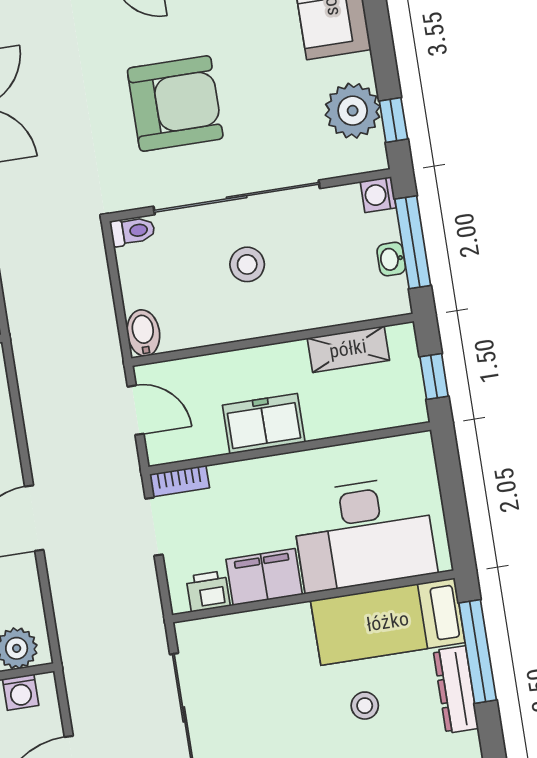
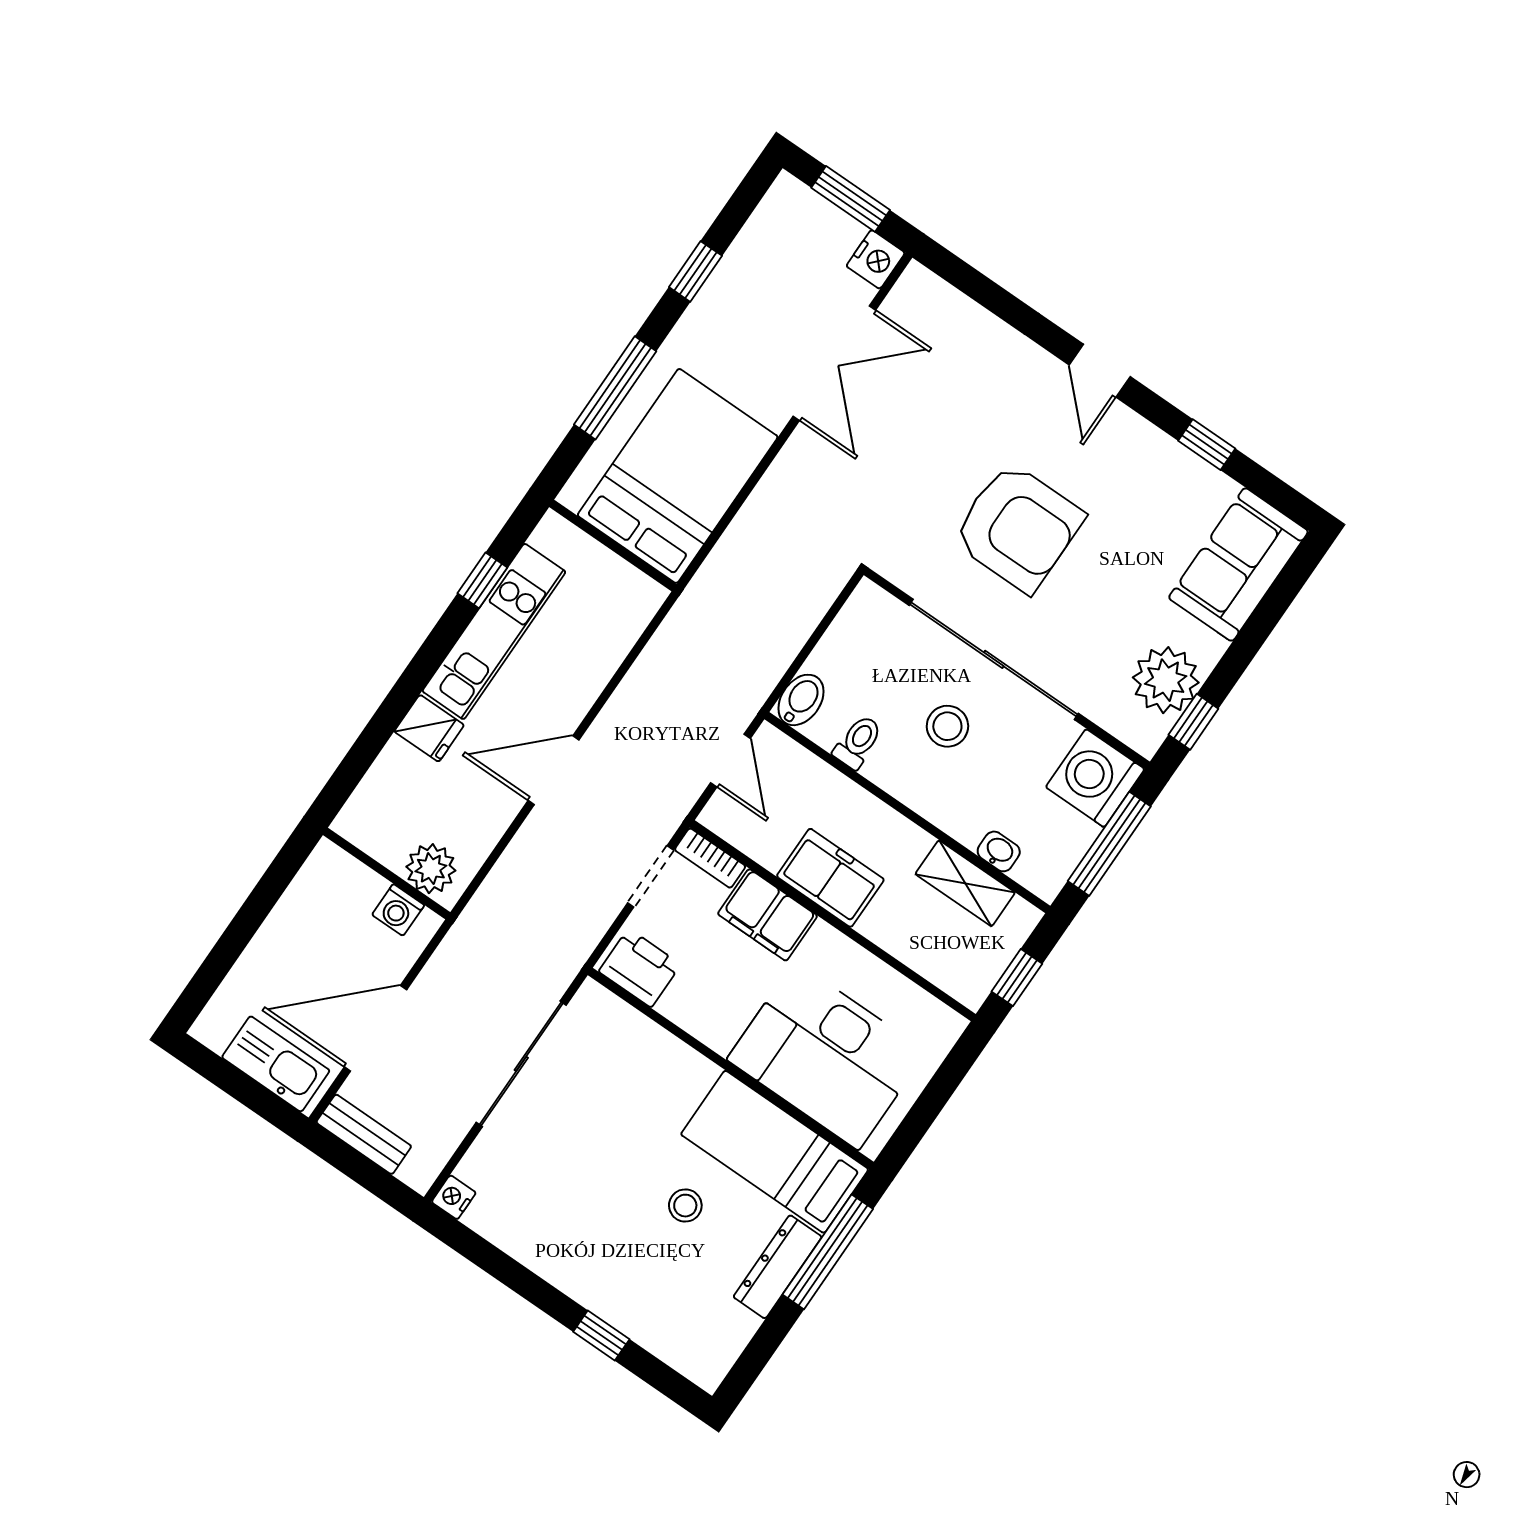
washing machine: (378, 195) -> (1095, 778), width x1.89, depth x1.89
toilet: (133, 231) -> (858, 742), moved, turned -90
washbasin: (391, 259) -> (999, 851), moved, turned 90
filing cabinet: (264, 577) -> (768, 915), moved, turned 180
printer: (208, 591) -> (640, 968), width x1.36, depth x1.24

